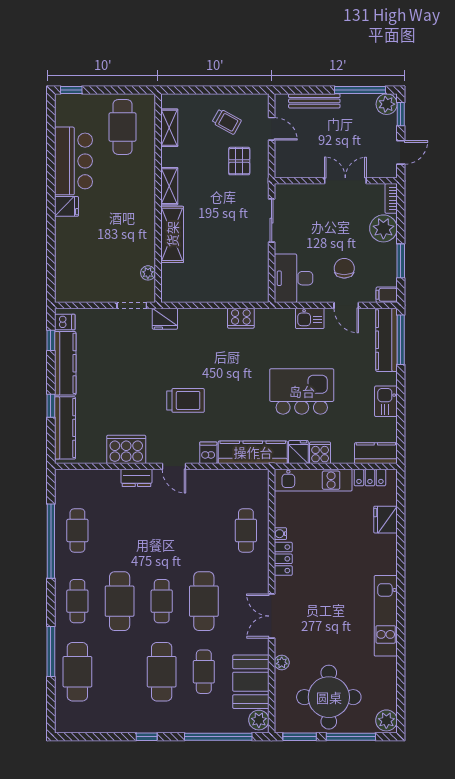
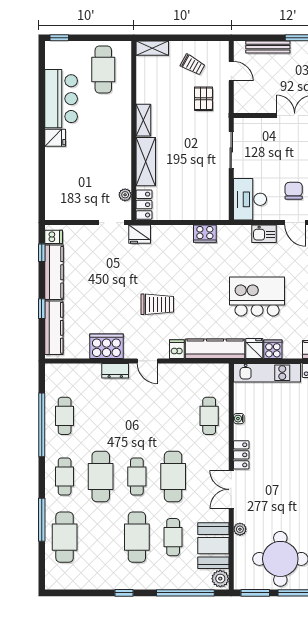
shelving: (169, 128) -> (152, 48), moved, turned 90
locker: (170, 284) -> (144, 205), added
locker: (283, 559) -> (241, 455), moved

